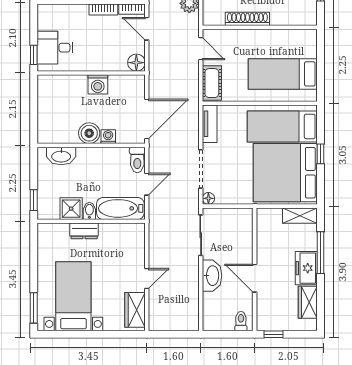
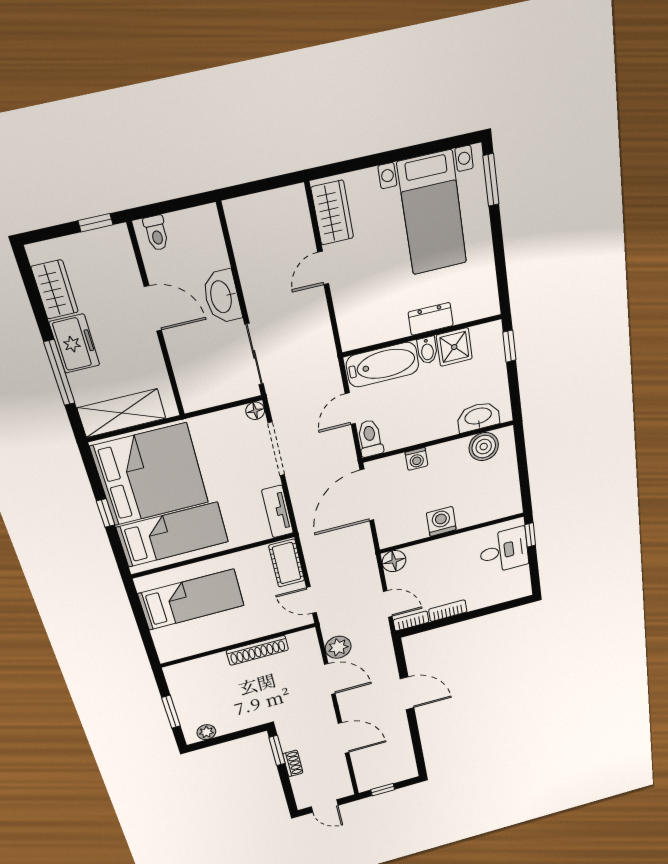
boiler: (89, 133) -> (484, 447), moved
shelving: (300, 216) -> (122, 413), width x1.50, depth x1.33

